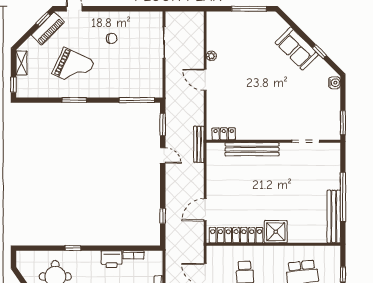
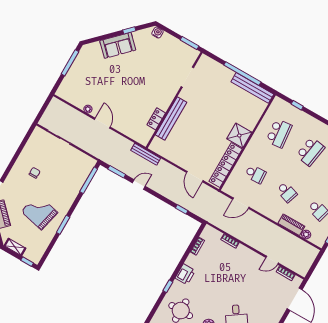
grand piano: (73, 67) -> (39, 212), turned -102
door: (205, 80) -> (102, 123), swing flipped
locker: (224, 134) -> (156, 119), moved
printer: (112, 259) -> (185, 274), moved

